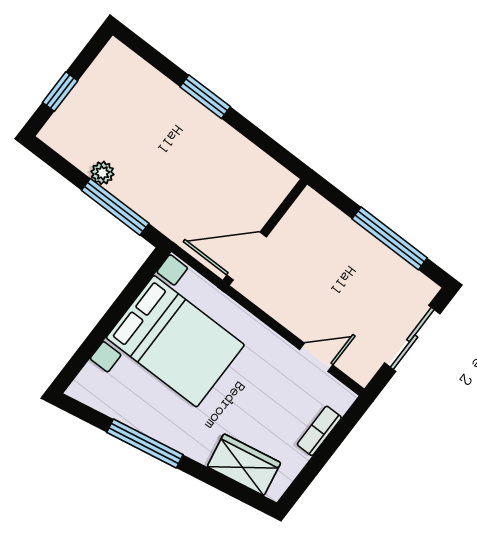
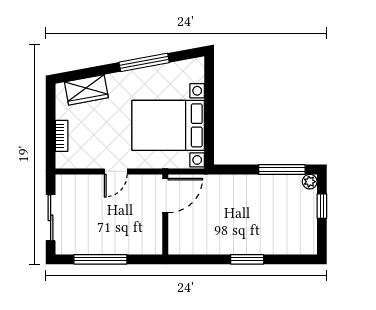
plant: (102, 173) -> (310, 182), moved
window: (115, 207) -> (282, 169), moved
door: (316, 357) -> (116, 171), moved

